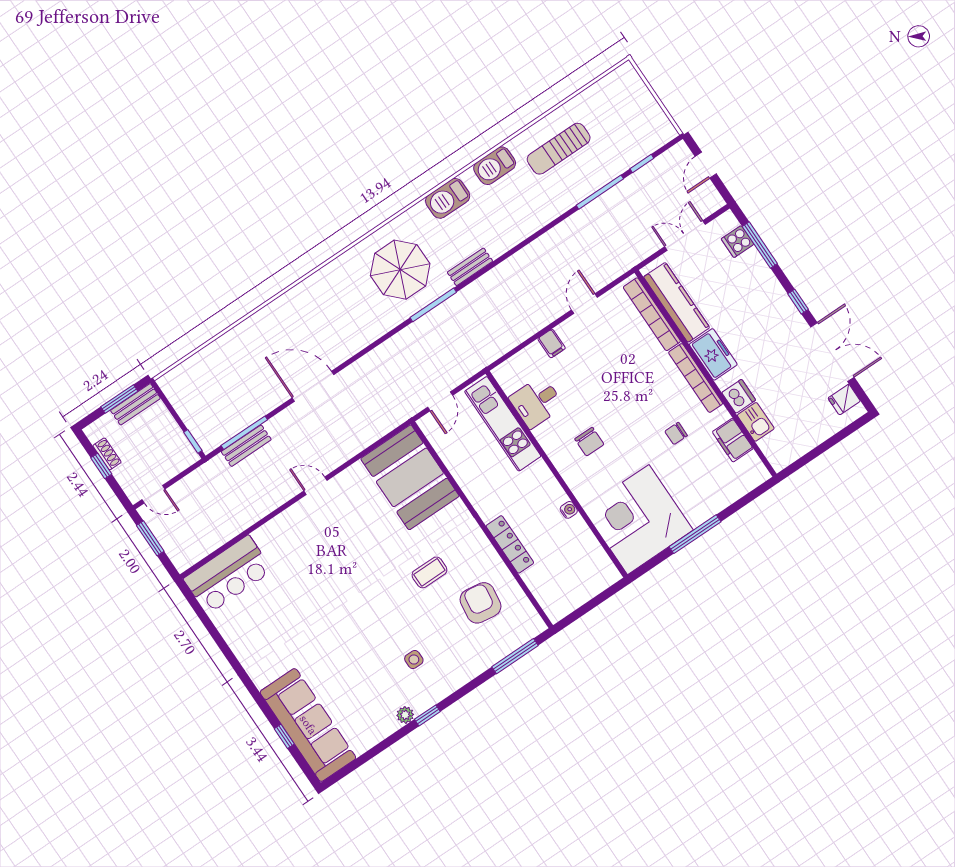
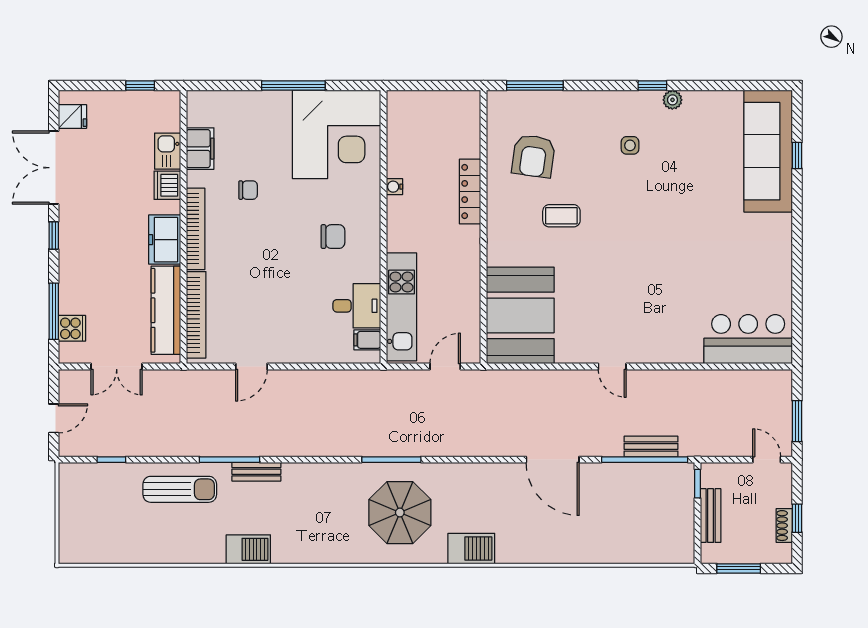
sun lounger: (559, 149) -> (180, 489), moved
window: (600, 192) -> (229, 460), moved
barbecue: (448, 198) -> (471, 549), moved
bench: (470, 267) -> (256, 472), moved
filing cabinet: (552, 343) -> (367, 340), moved, turned -90
bench: (135, 404) -> (711, 516), moved, turned 90
window: (244, 433) -> (645, 460), width x1.46
chair: (589, 442) -> (333, 237), turned 90
window: (809, 457) -> (140, 86), added

